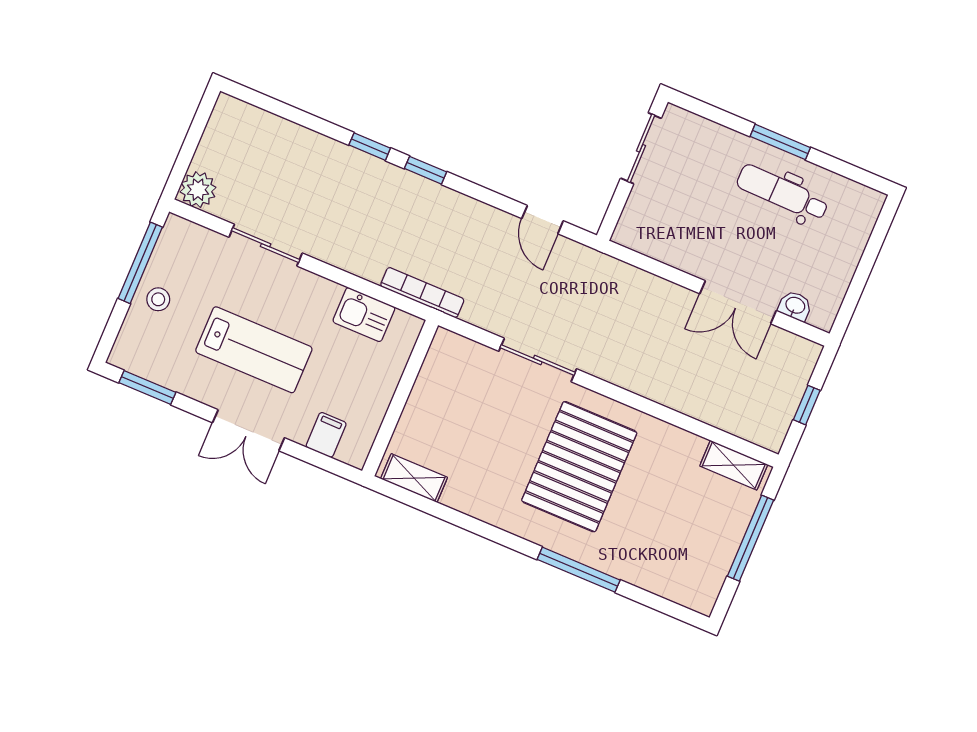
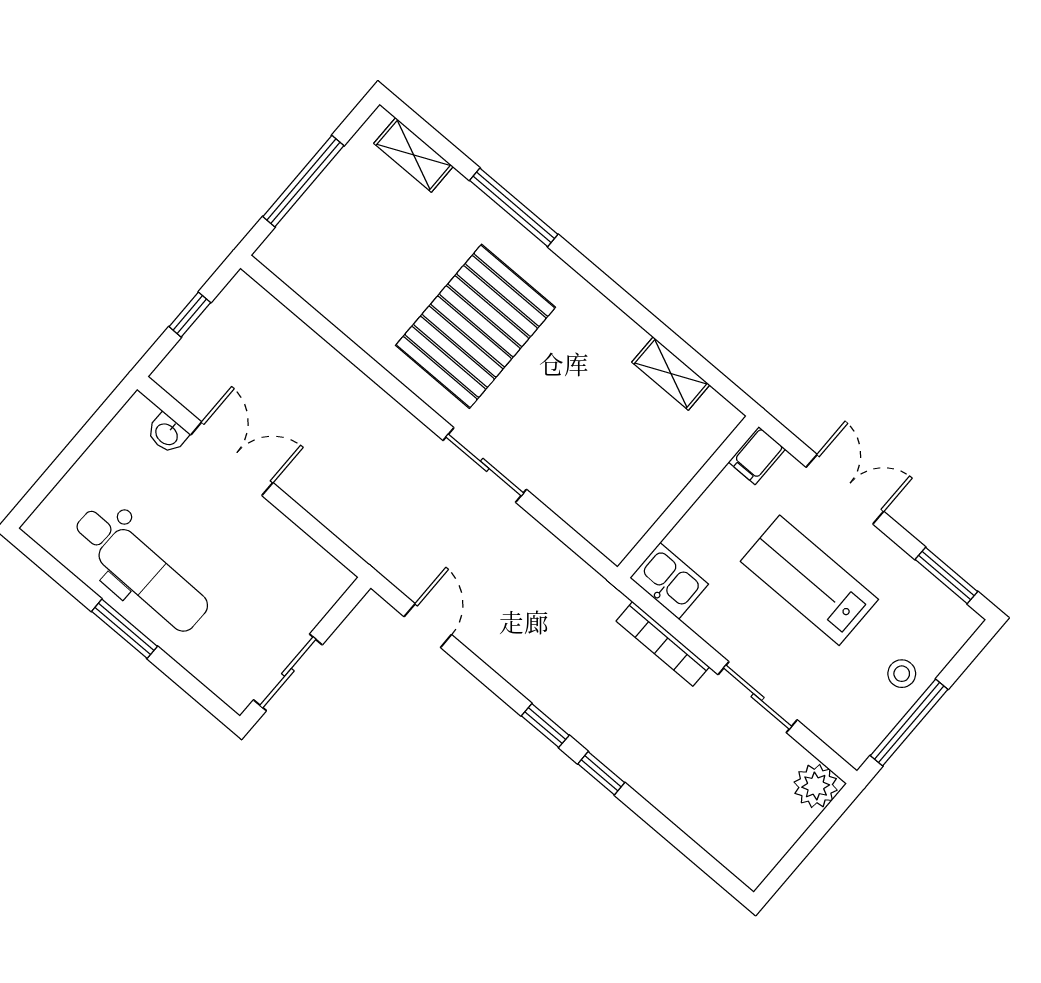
dental chair: (782, 193) -> (140, 569), width x1.36, depth x1.38
bookcase: (422, 293) -> (663, 644), moved
wall: (400, 398) -> (688, 497), moved
shelving: (734, 465) -> (414, 155), moved

